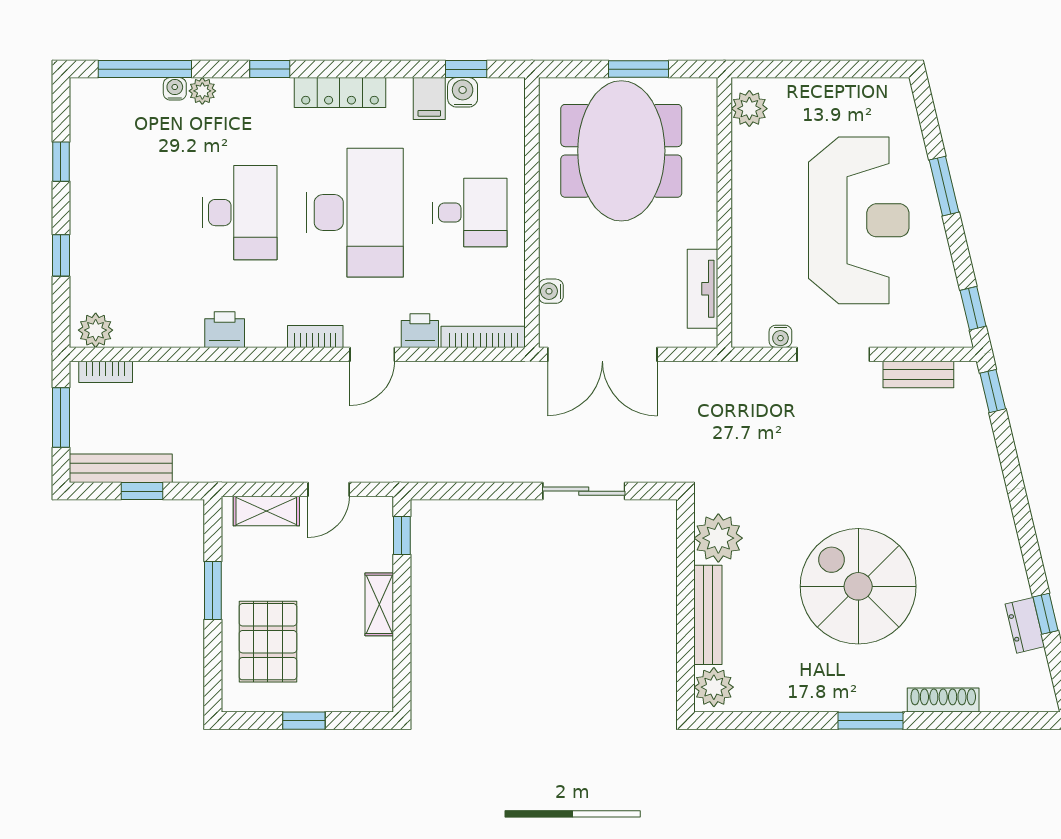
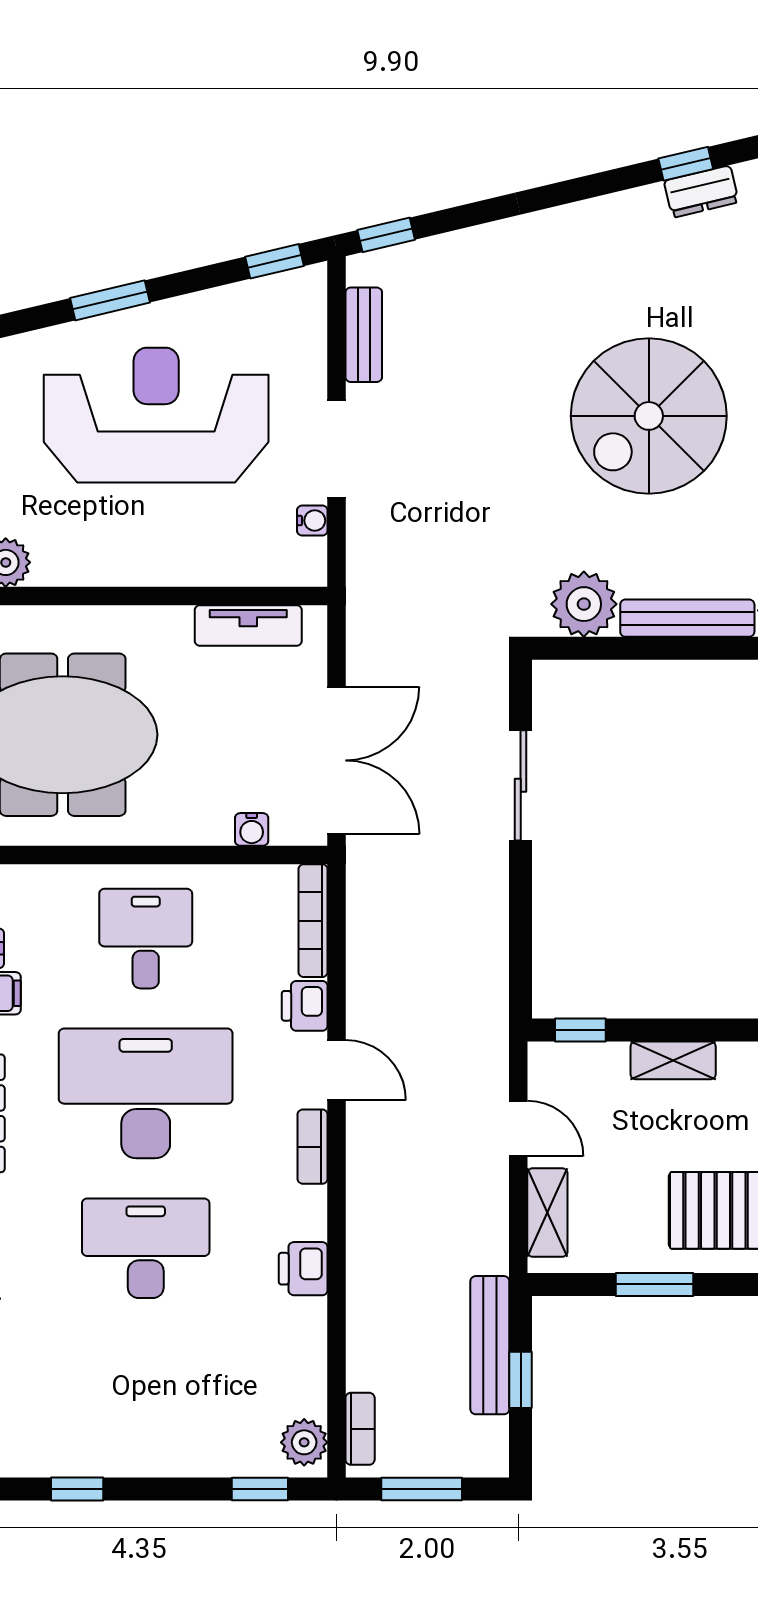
window: (61, 255) -> (260, 1489), moved
bench: (121, 468) -> (490, 1345), moved

